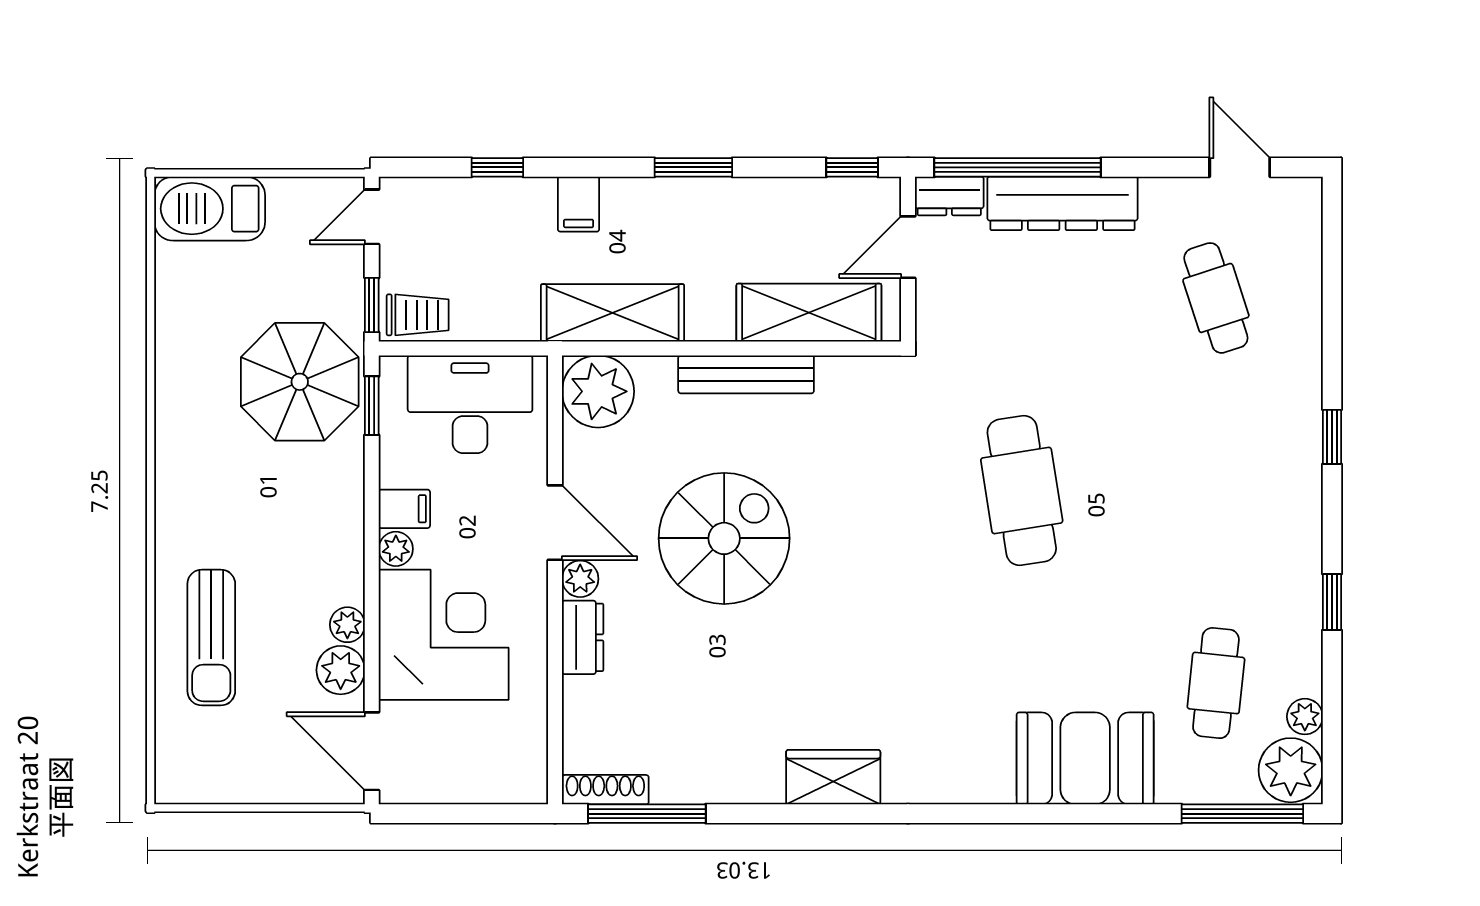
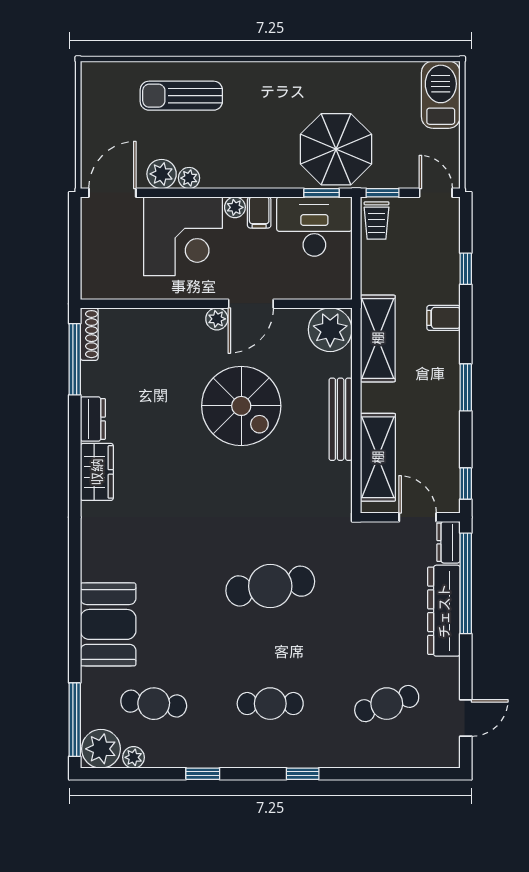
desk: (470, 404) -> (314, 227), moved, turned -90
cafe table: (1216, 491) -> (270, 704), added
dresser: (583, 637) -> (93, 419), moved, turned -90

